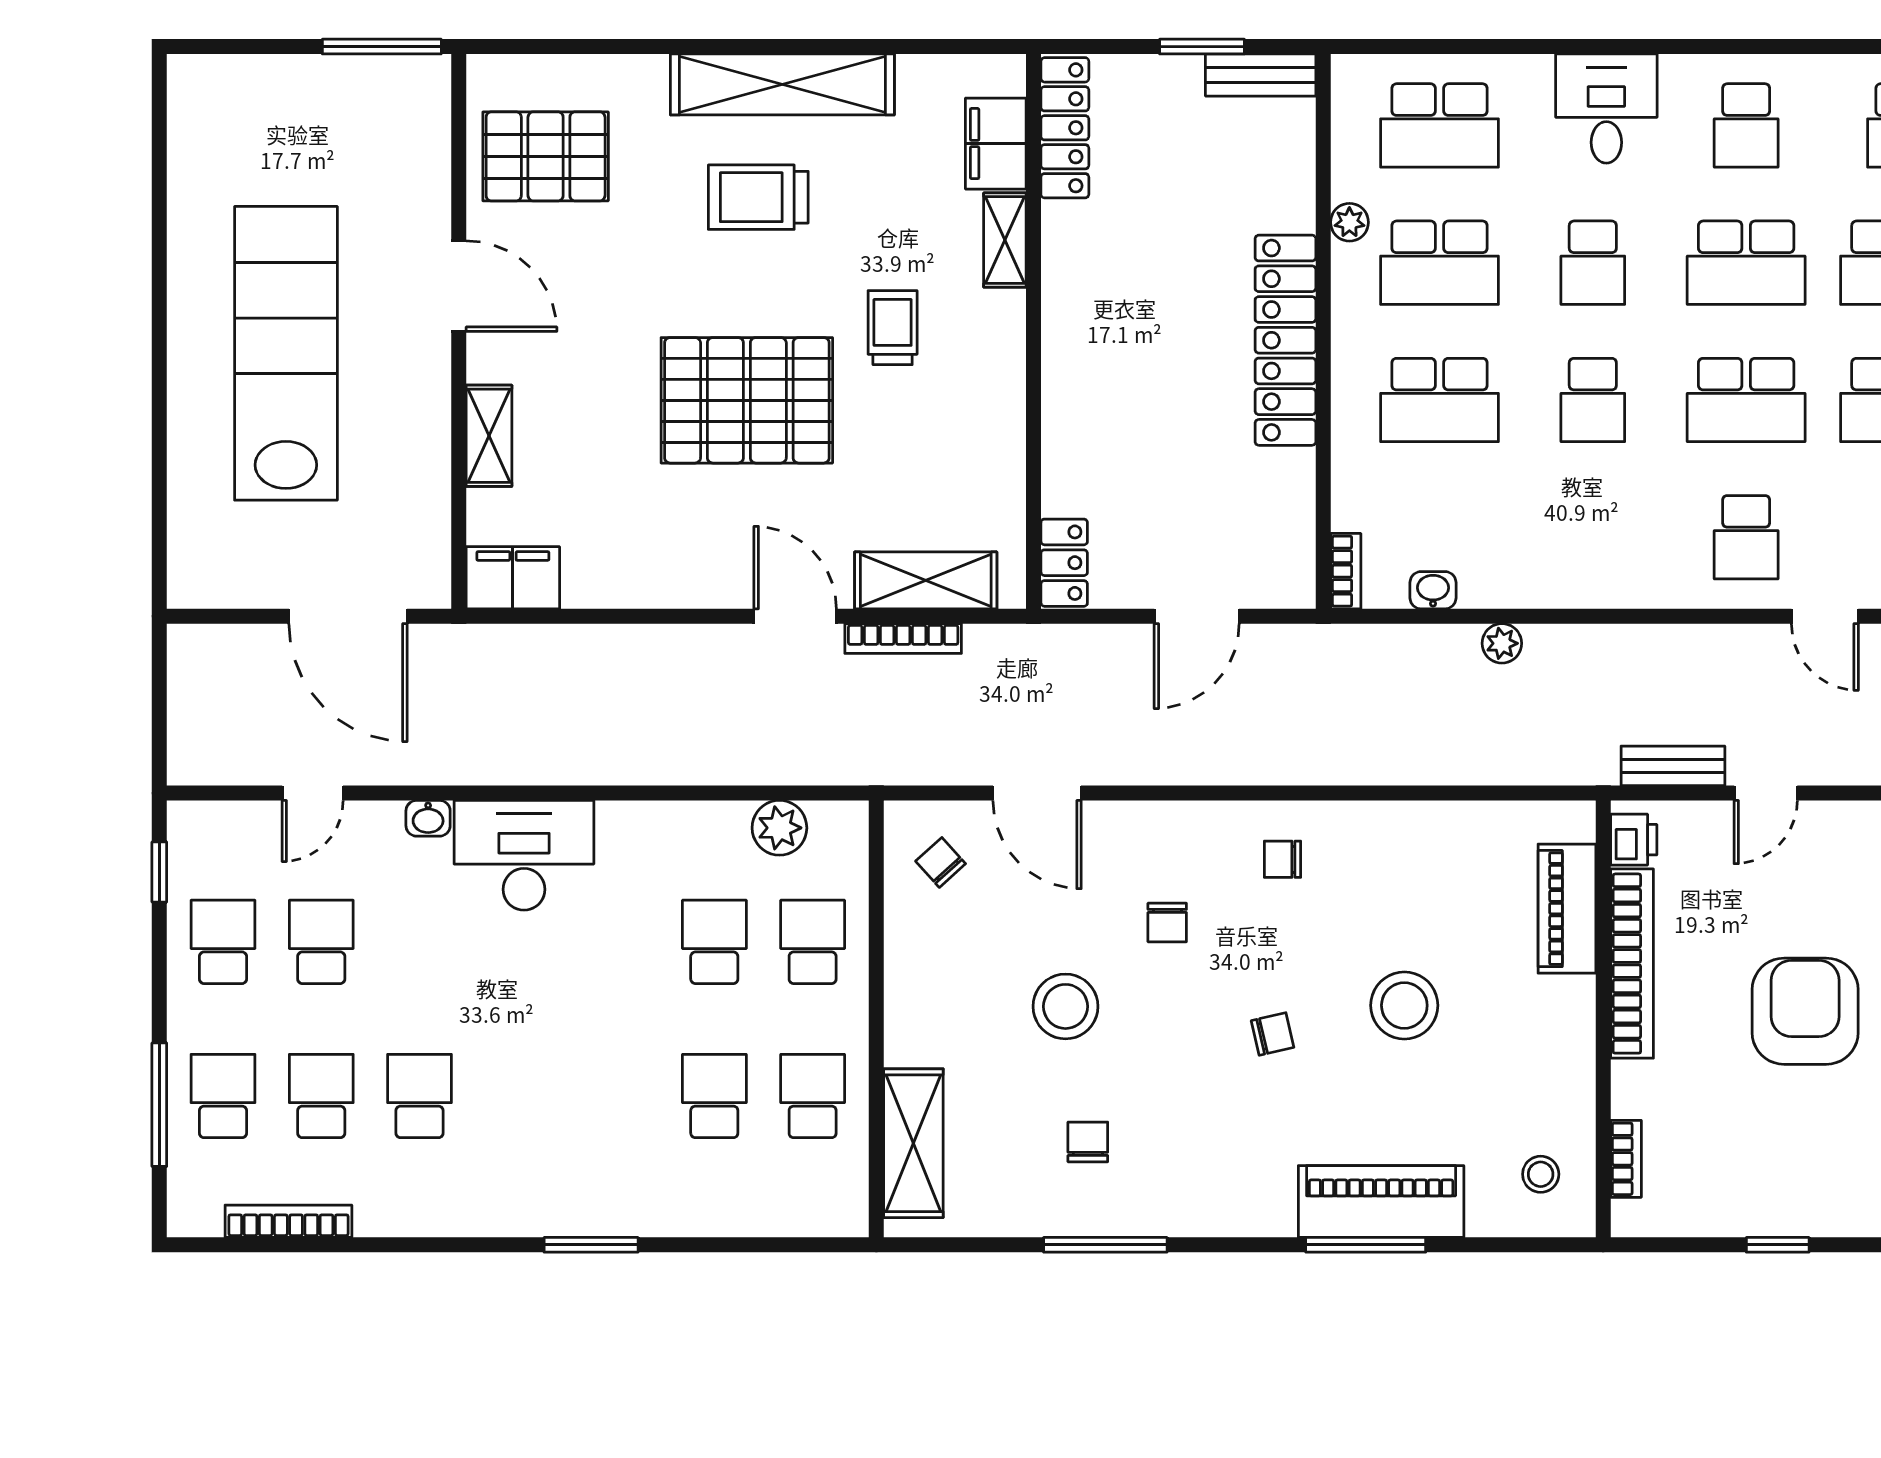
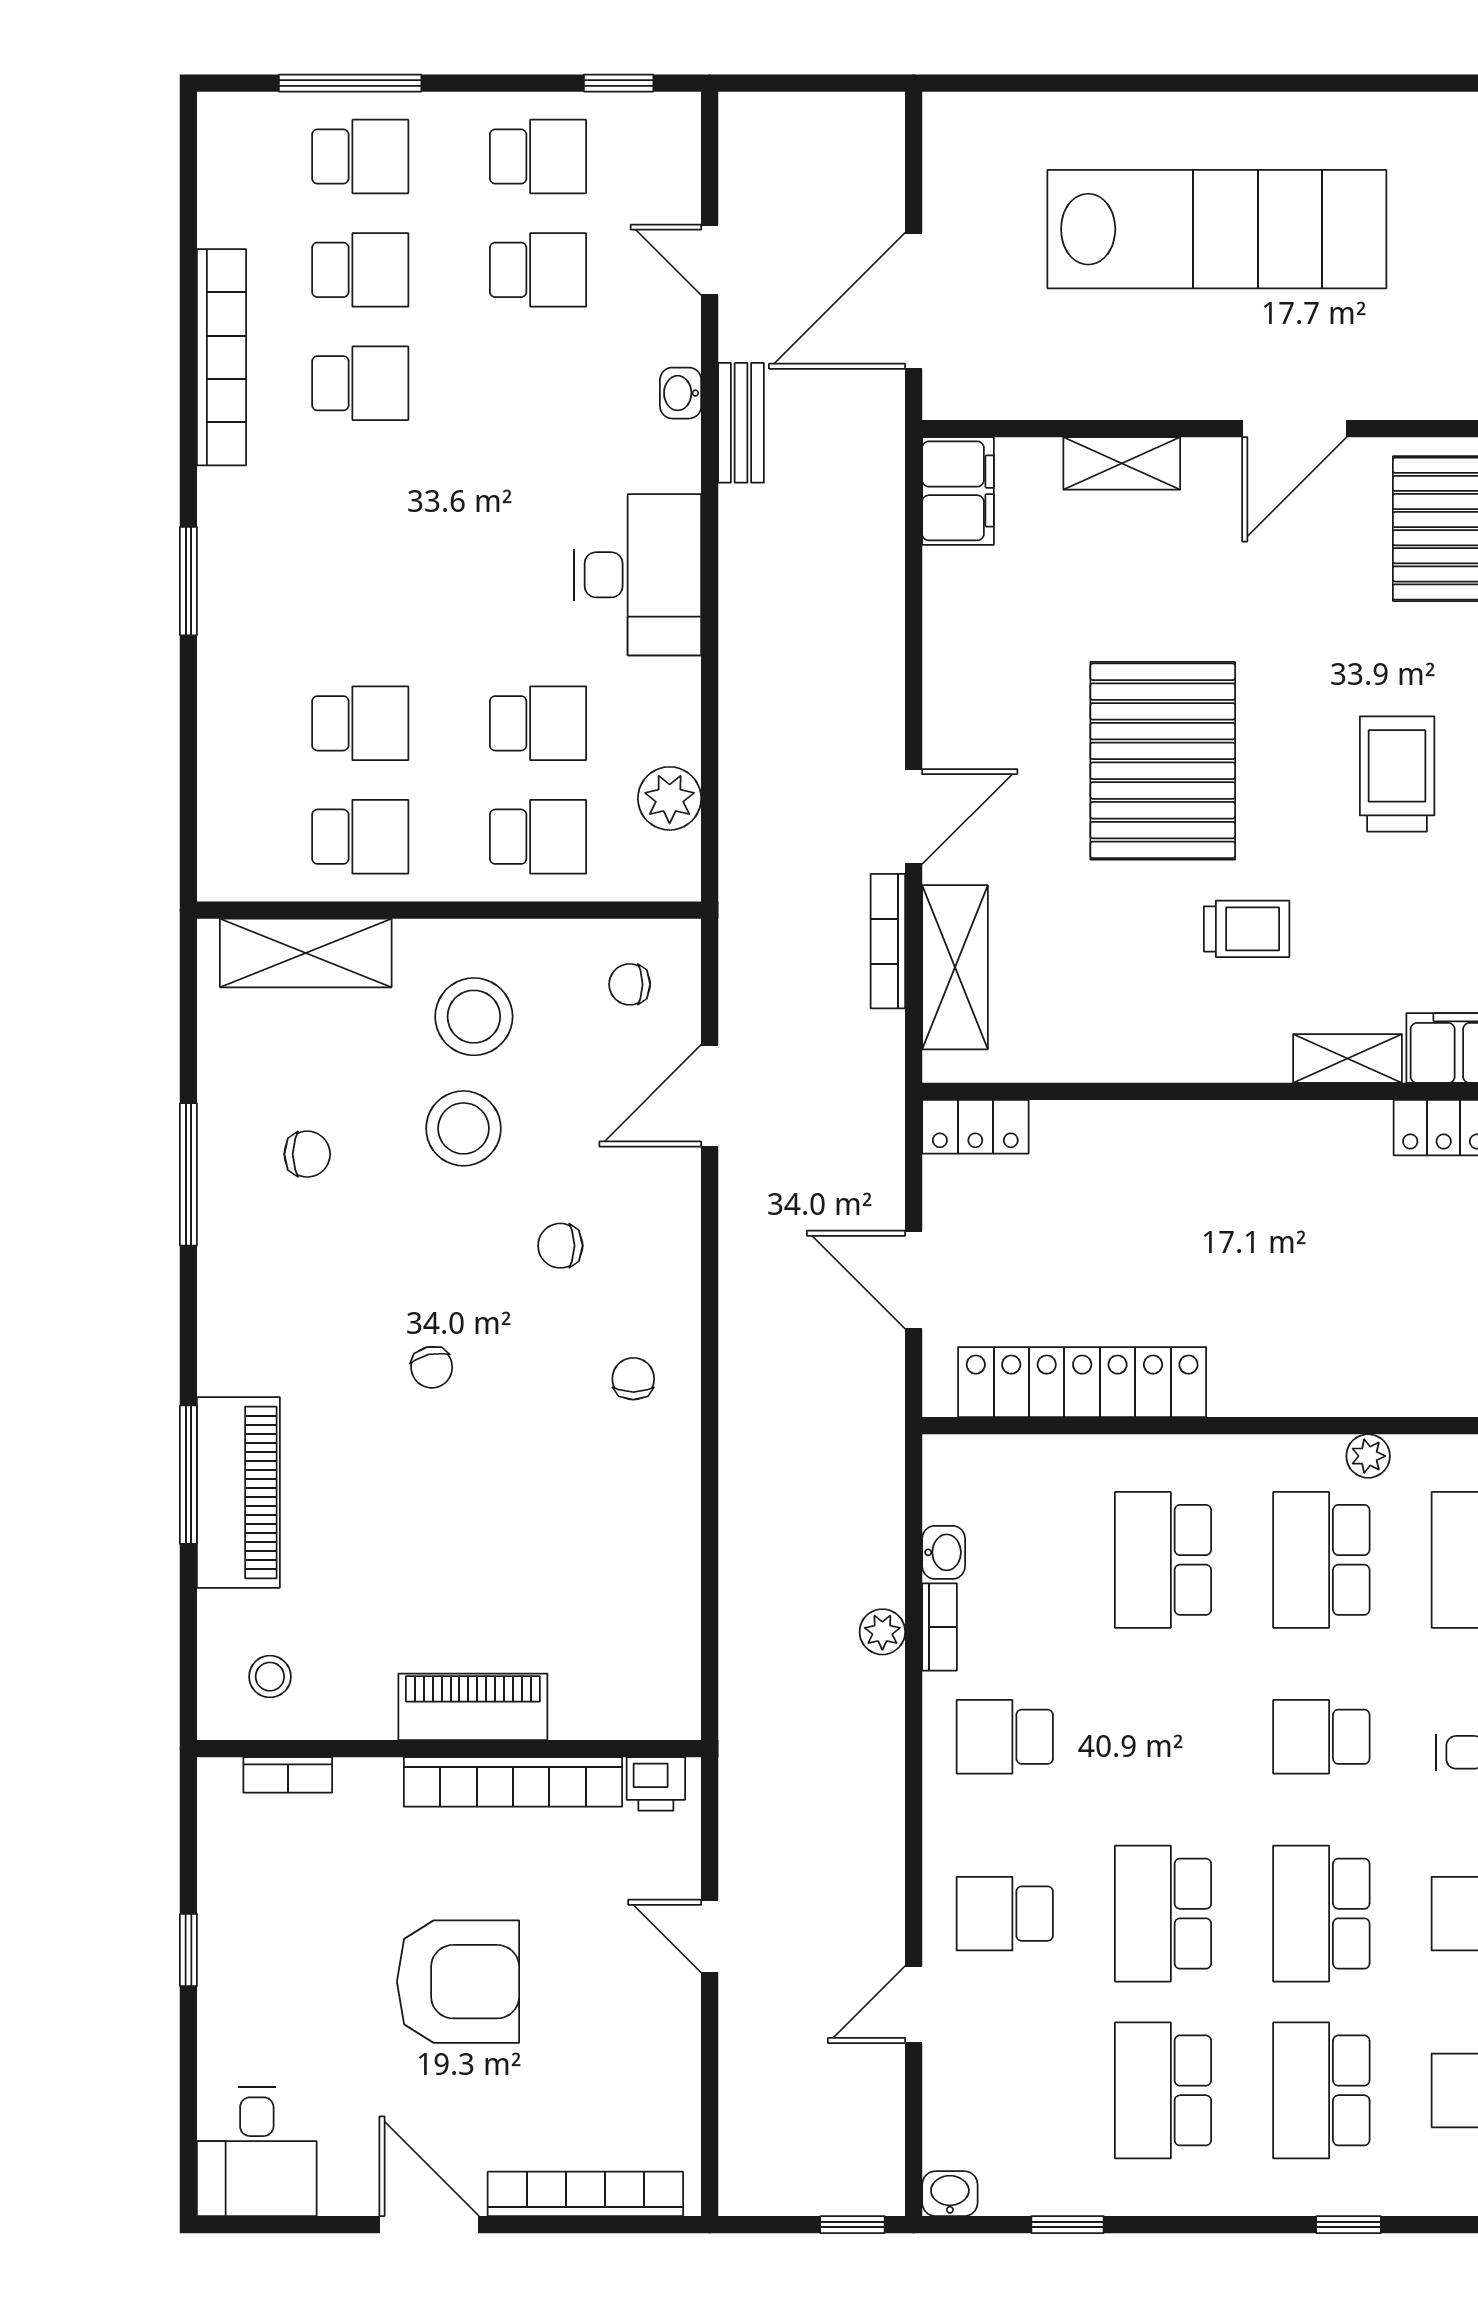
locker: (1285, 340) -> (1082, 1382), moved
school desk: (1593, 400) -> (1005, 1737), moved
bookcase: (1346, 571) -> (940, 1627), moved, turned -90
bench: (1673, 766) -> (741, 423), moved
desk: (524, 855) -> (638, 575), moved
chair: (941, 862) -> (630, 984), turned -138
piano: (1567, 909) -> (473, 1707), moved
stool: (1404, 1005) -> (474, 1017), moved
bookcase: (288, 1221) -> (222, 357), moved, width x1.48, depth x1.31

